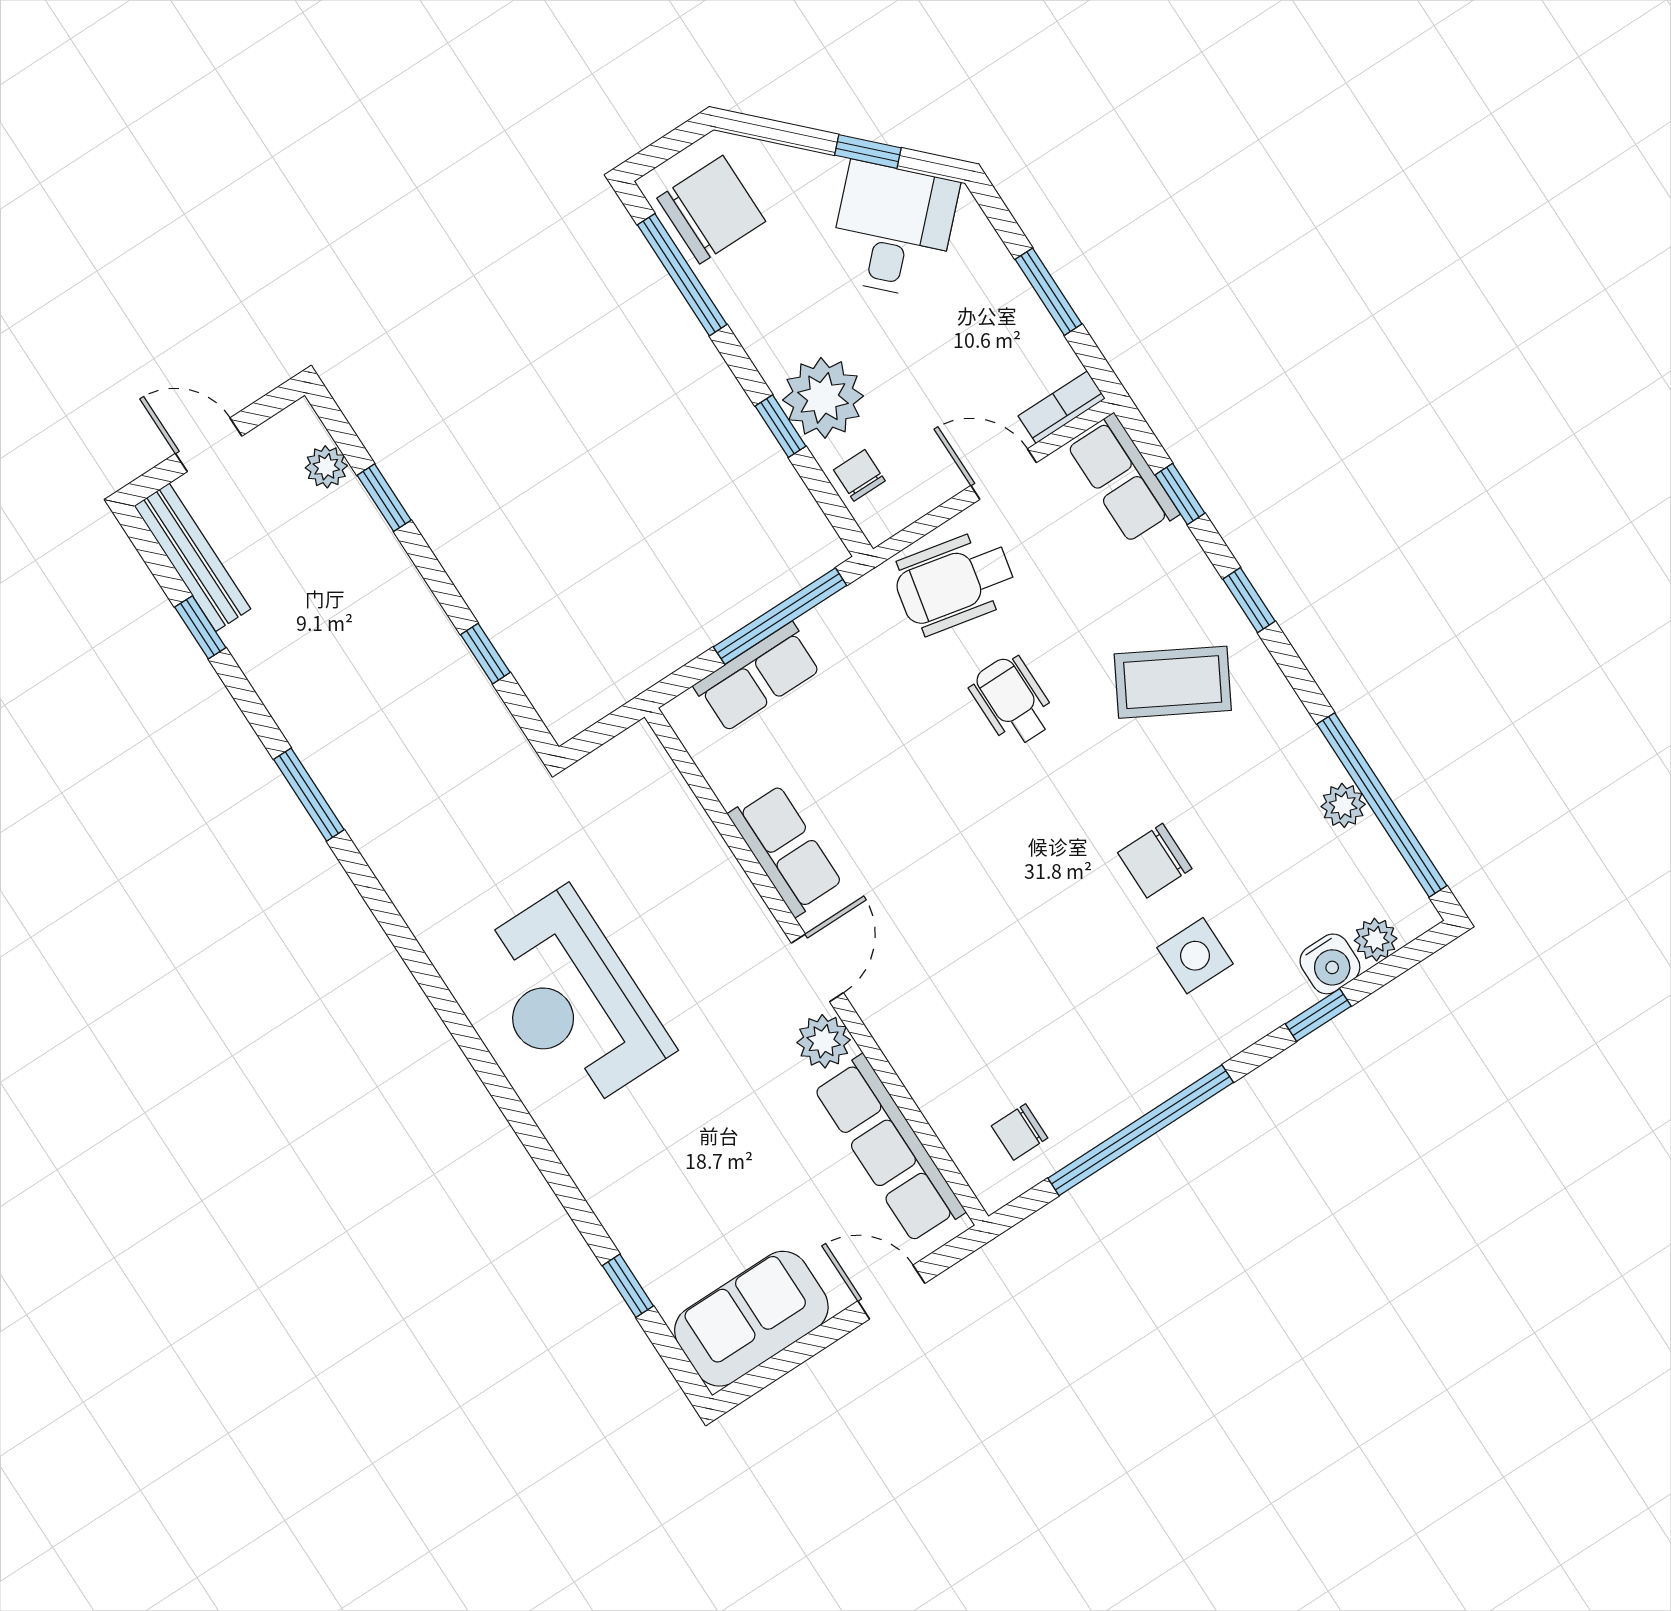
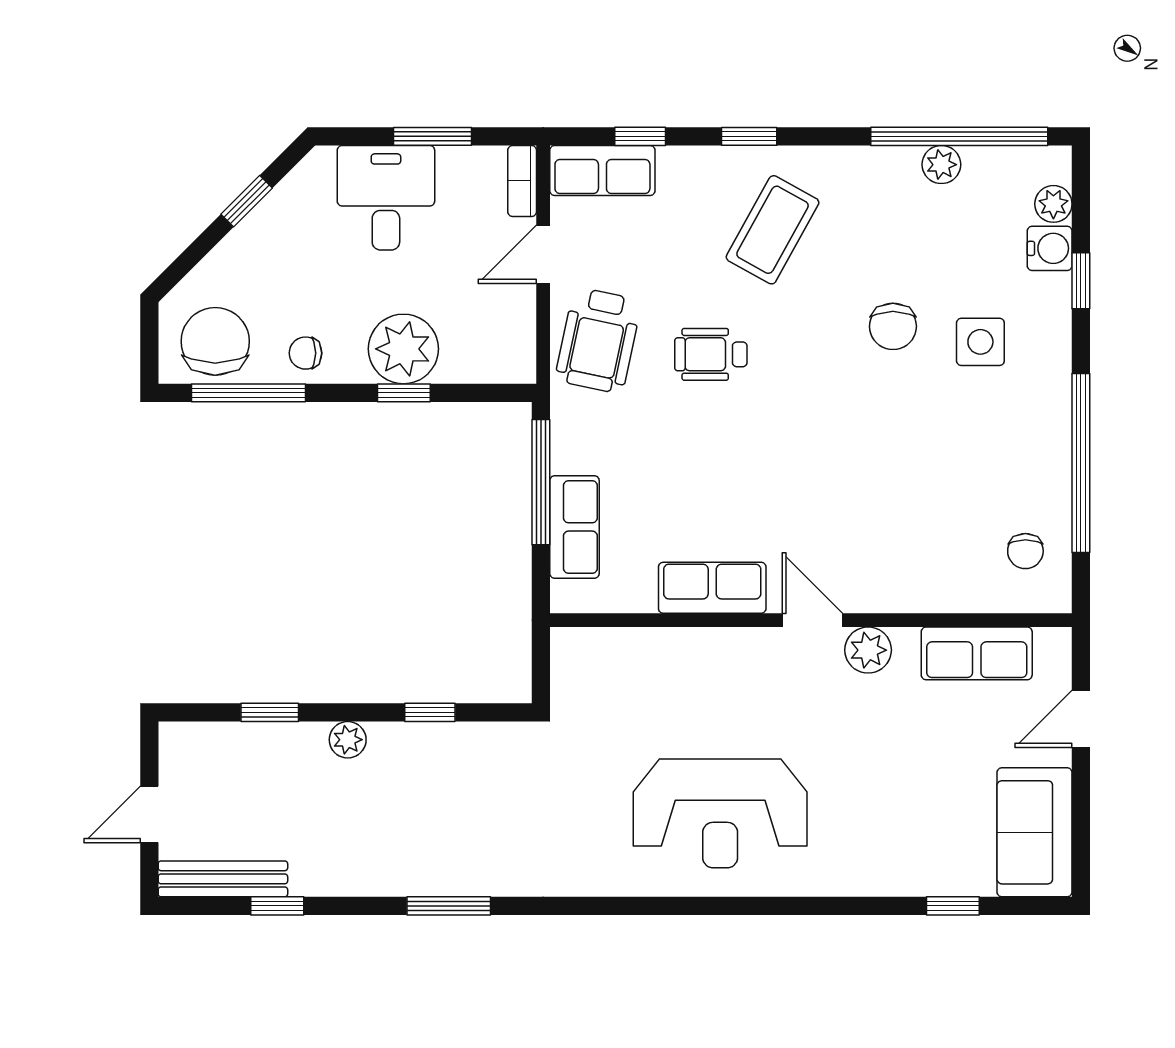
desk: (893, 230) -> (386, 198), moved, turned 45
plant: (326, 467) -> (348, 740), moved
chair: (859, 475) -> (306, 353), moved
row of seats: (889, 1149) -> (977, 653), width x0.68

